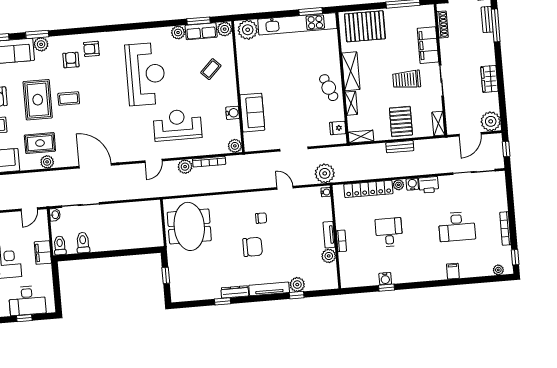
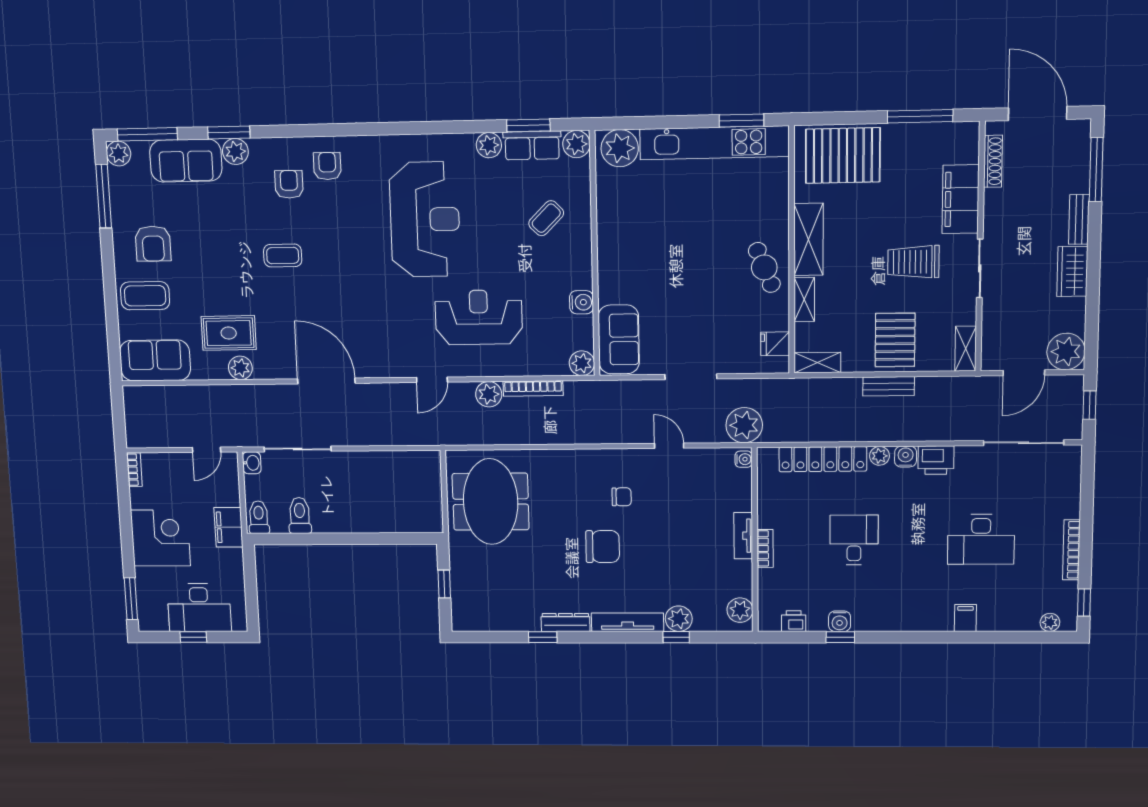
bench: (487, 19) -> (1079, 219), moved
armchair: (91, 49) -> (327, 166), turned 90
rug: (38, 100) -> (227, 254), removed
sofa: (252, 113) -> (619, 339), moved
plant: (329, 256) -> (740, 610), moved
printer: (360, 281) -> (794, 621), added

